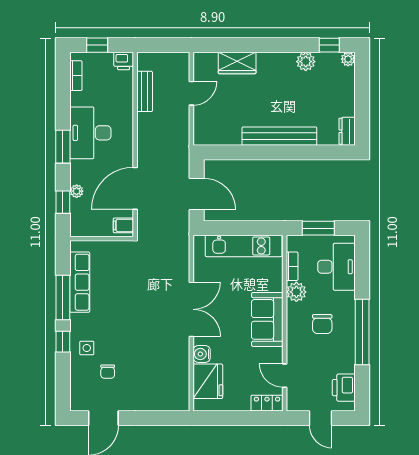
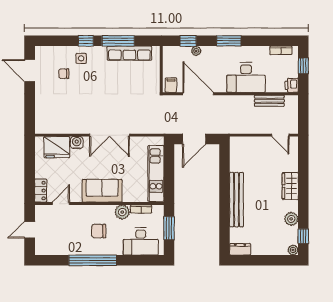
wardrobe: (237, 63) -> (290, 186), moved
door: (191, 93) -> (280, 135), moved
desk: (90, 133) -> (246, 77), moved, turned 180
printer: (344, 388) -> (52, 247), removed

